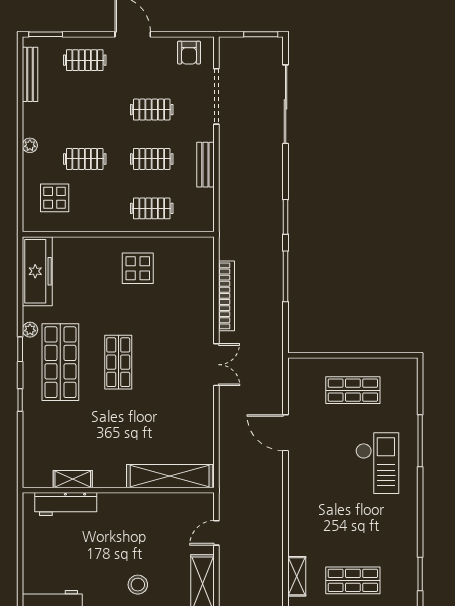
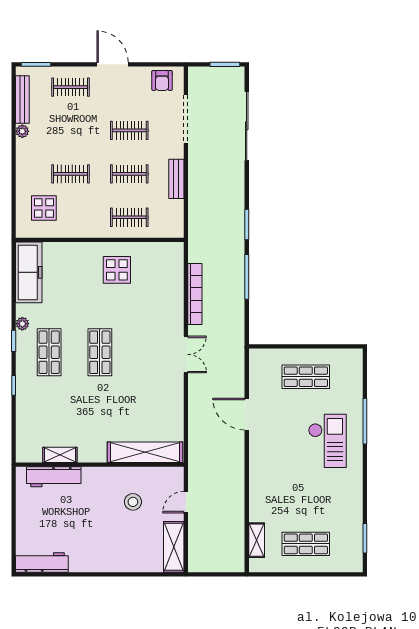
plant: (30, 145) -> (22, 131), moved
shop shelf: (60, 362) -> (49, 352), width x0.70, depth x0.74
stool: (138, 585) -> (133, 502), moved

